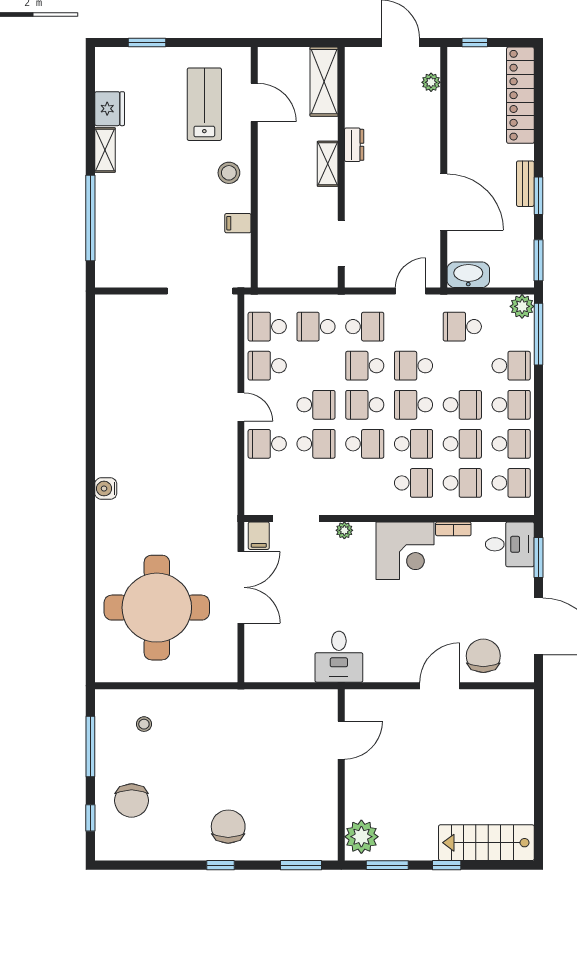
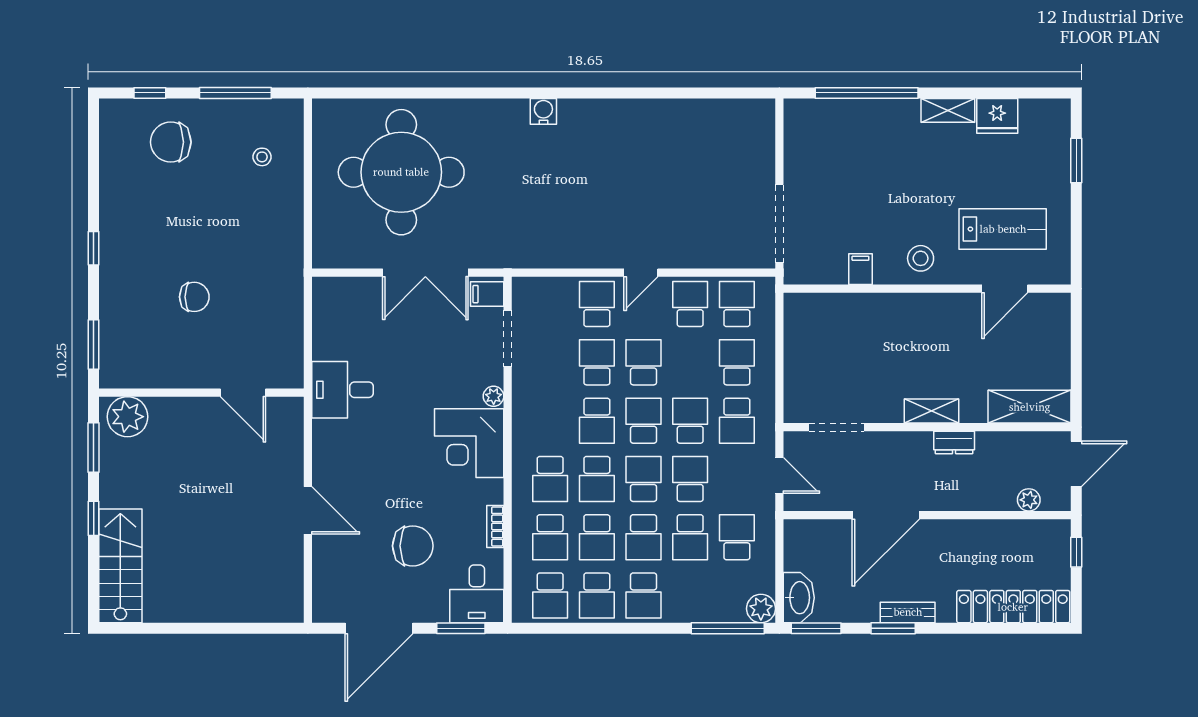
shelving: (324, 82) -> (1030, 407), moved
dresser: (354, 145) -> (954, 443), moved
shelving: (328, 164) -> (931, 411), moved
wall: (341, 167) -> (927, 427), moved
doorway: (341, 243) -> (836, 427), moved
washbasin: (468, 275) -> (799, 598), moved
school desk: (511, 366) -> (690, 537), moved
school desk: (316, 405) -> (644, 362), turned 180
school desk: (316, 444) -> (597, 362), turned 180
corner desk: (405, 551) -> (469, 443), moved
chair: (483, 656) -> (413, 546), moved
chair: (228, 827) -> (194, 297), moved, width x0.73, depth x0.73

